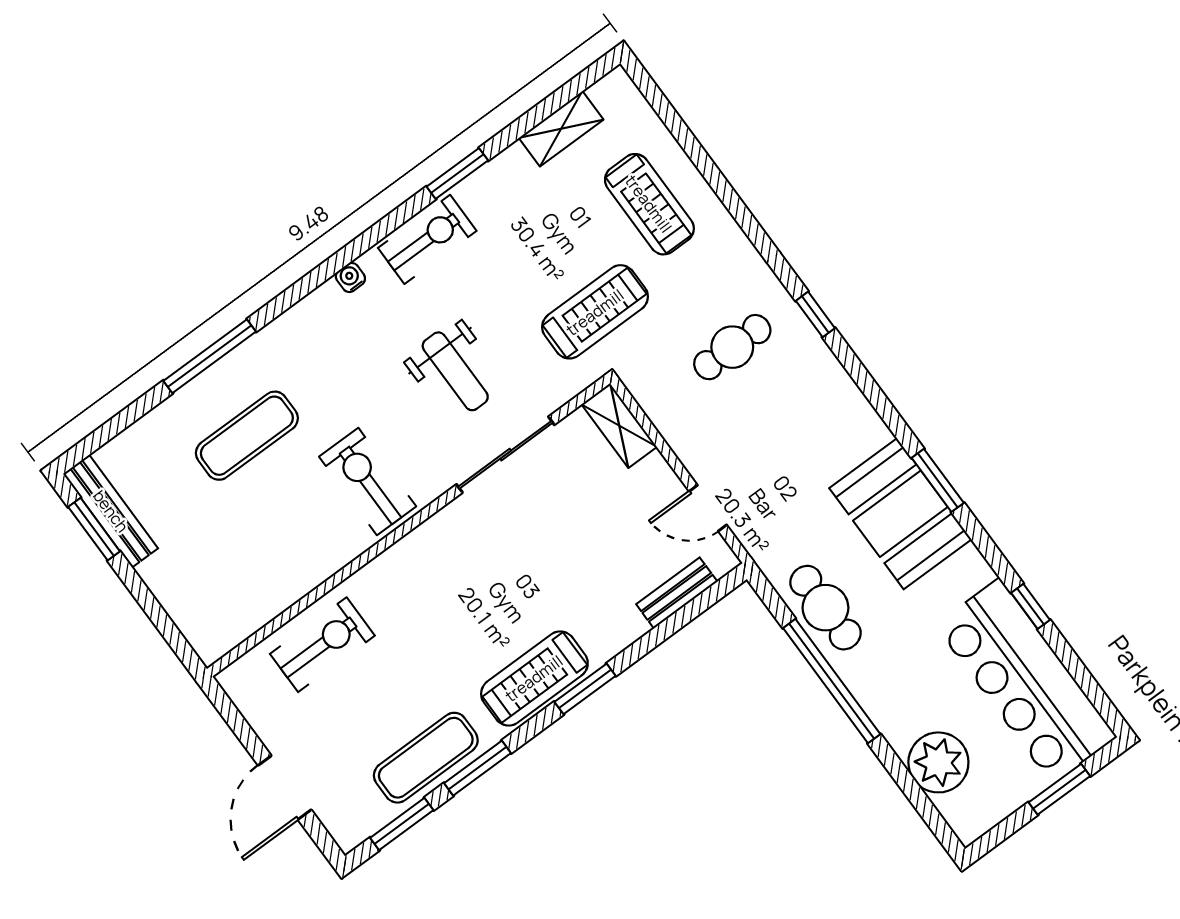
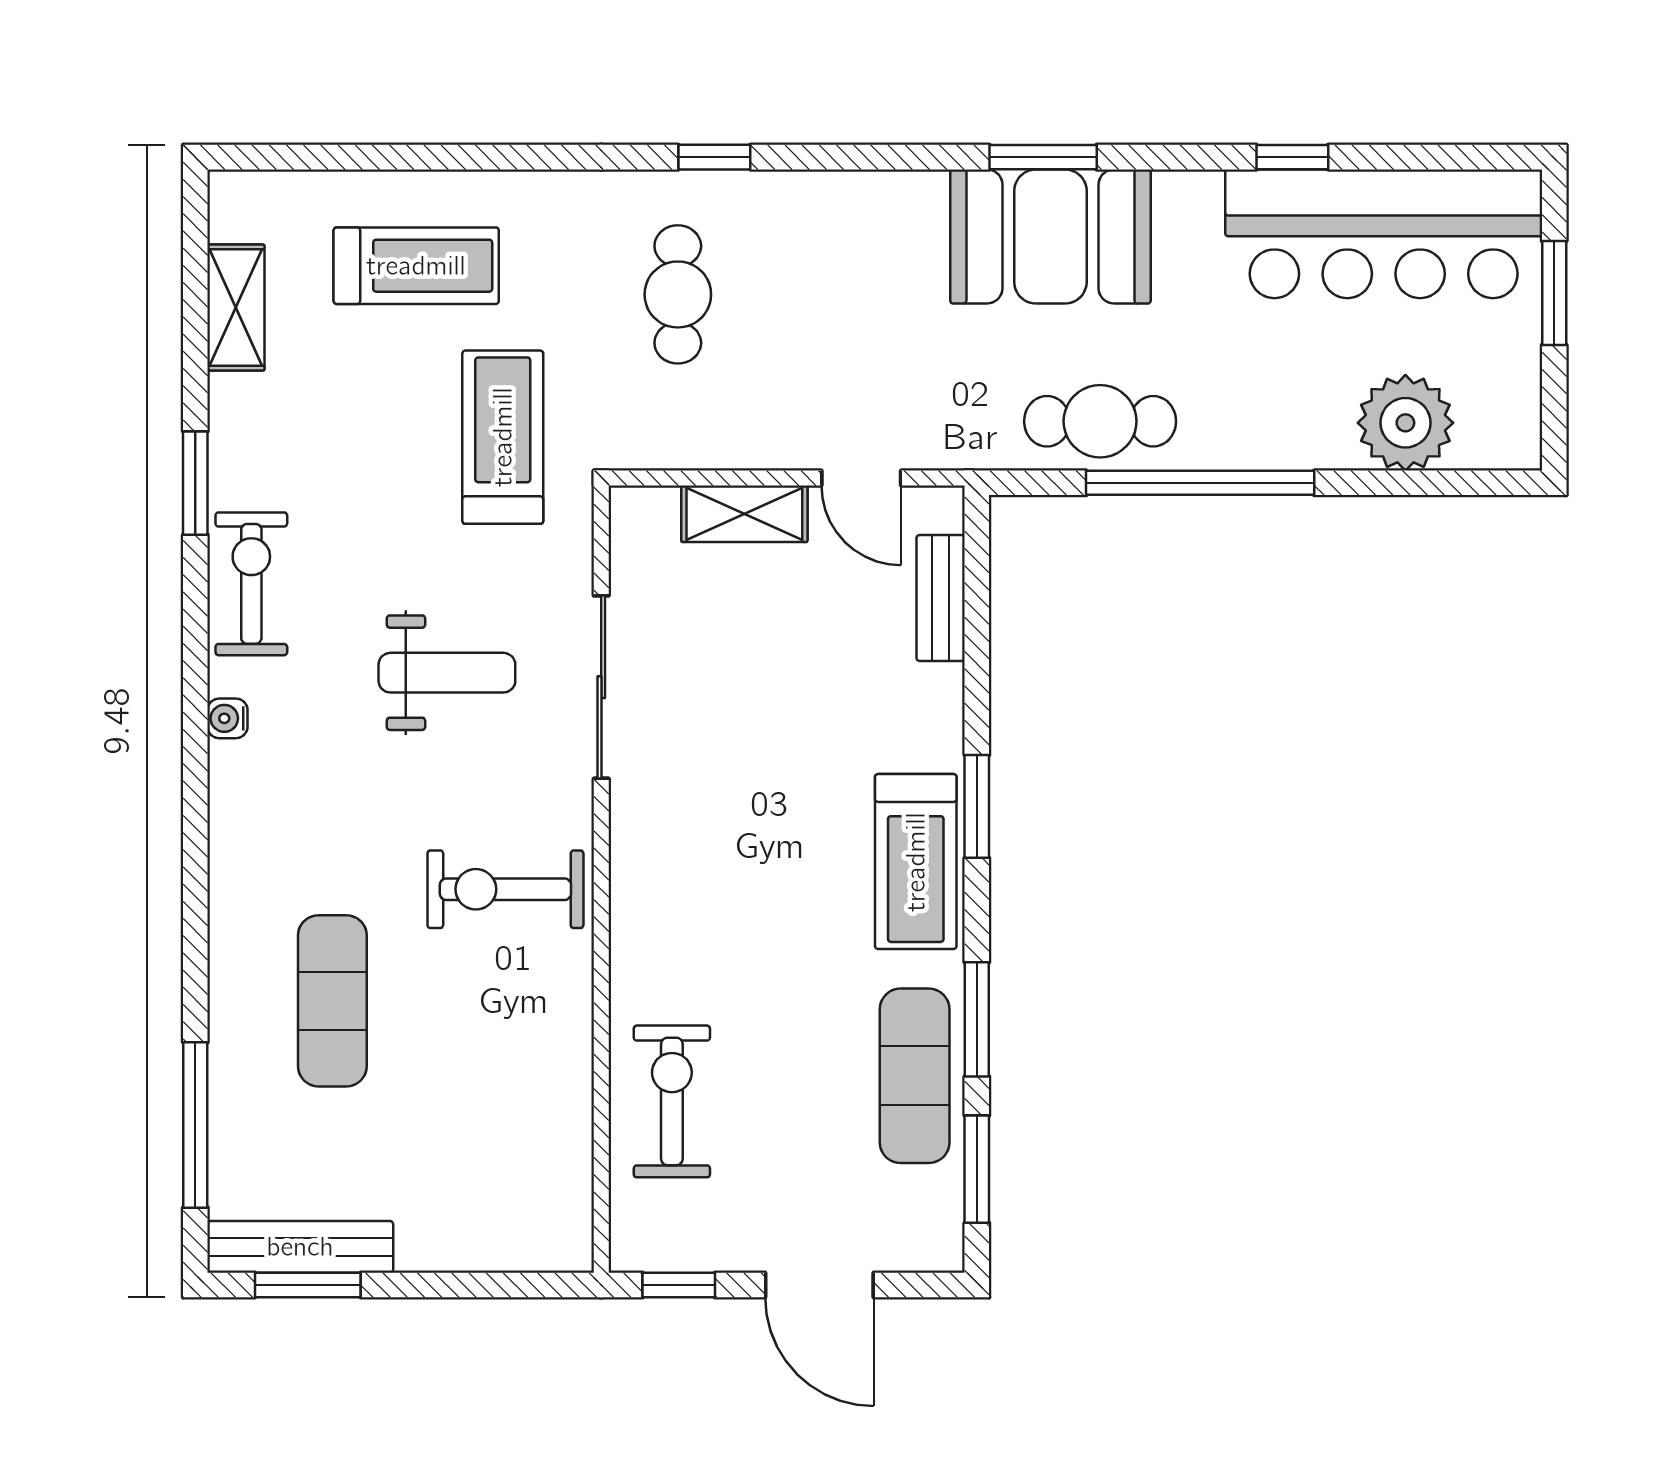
window: (210, 356) -> (195, 1125), moved
shelving: (619, 426) -> (744, 514), moved
door: (708, 508) -> (861, 478), hinge flipped
window: (232, 716) -> (679, 1285), added

